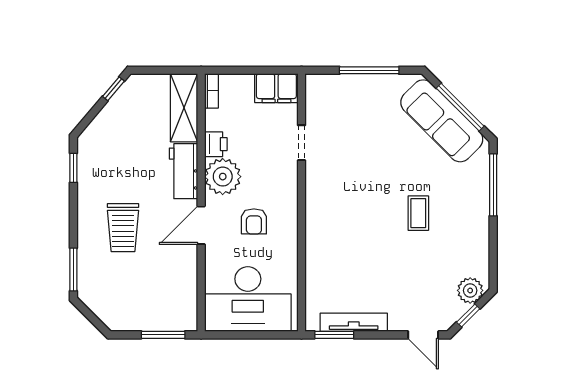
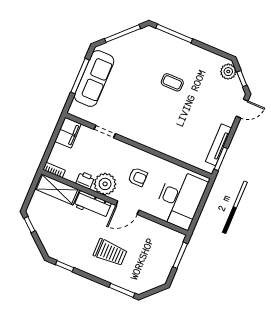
sofa: (442, 121) -> (94, 78), moved, turned -45
door: (201, 225) -> (127, 208), hinge flipped

